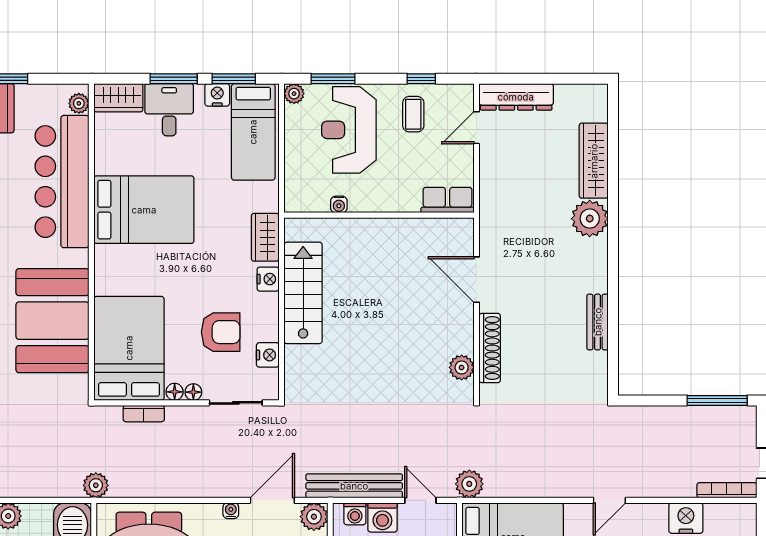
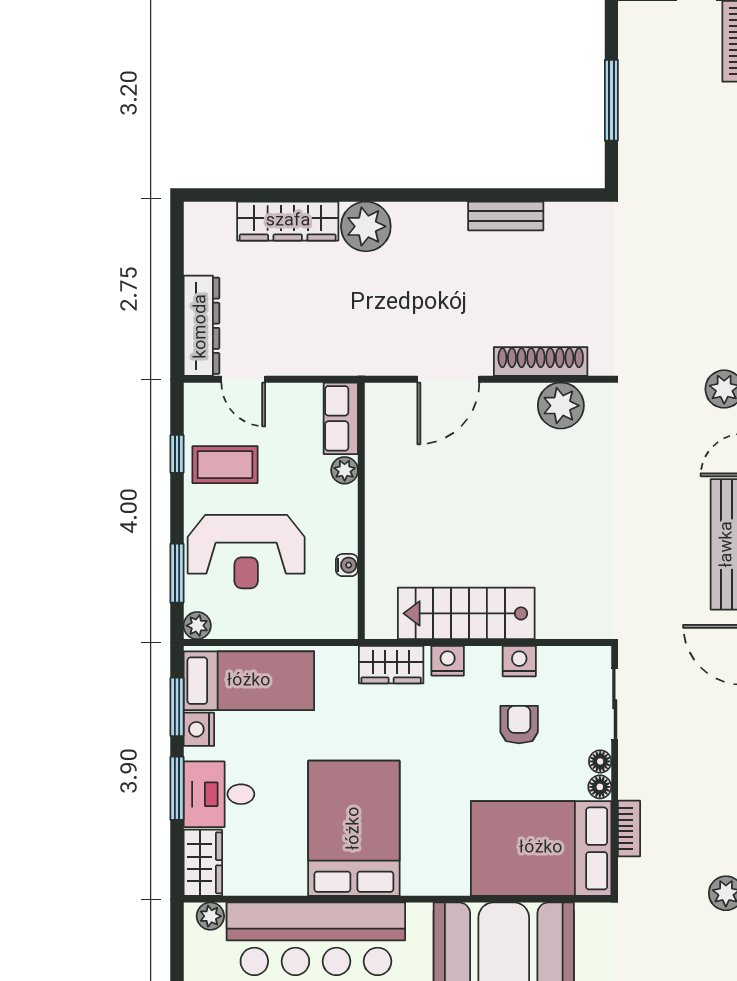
coffee table: (413, 114) -> (225, 465), width x1.36, depth x1.30
plant: (409, 203) -> (345, 470), added
armchair: (221, 332) -> (519, 725), width x0.72, depth x0.72
nightstand: (268, 355) -> (519, 661), moved
plant: (462, 367) -> (561, 406), width x1.36, depth x1.36
window: (717, 400) -> (611, 100), moved

